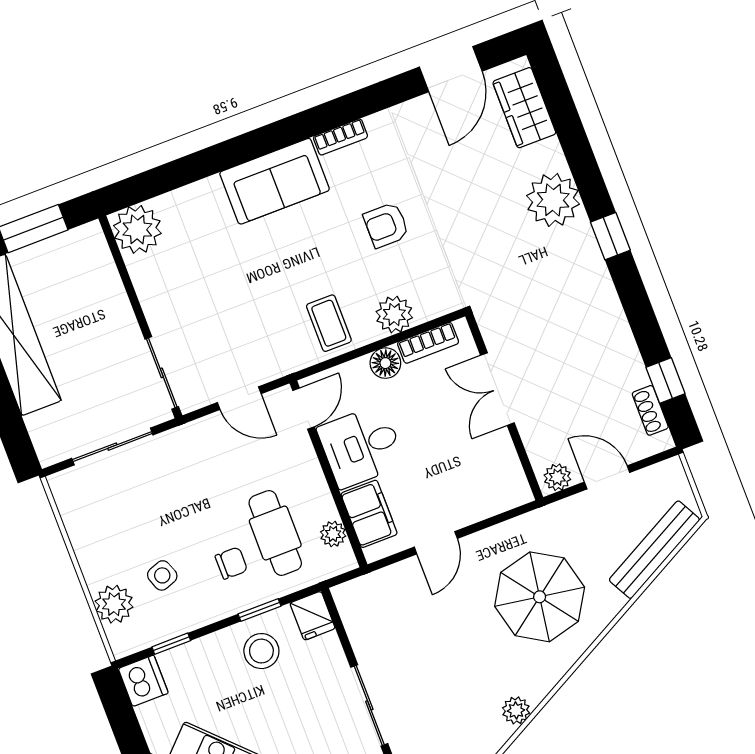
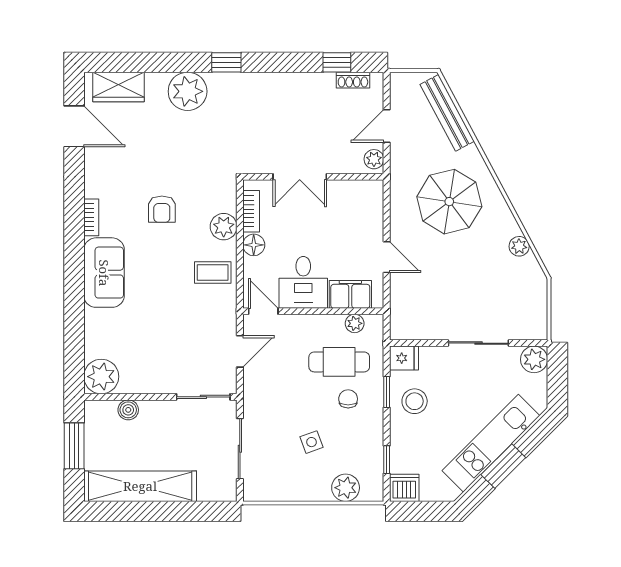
boiler: (107, 281) -> (128, 410), added
side table: (162, 575) -> (312, 442), moved

